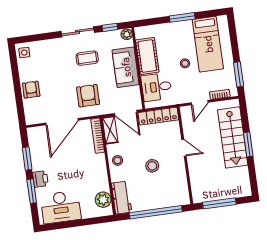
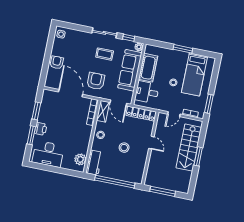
sofa: (126, 67) -> (130, 70), width x1.36
door: (62, 122) -> (71, 93), swing flipped

